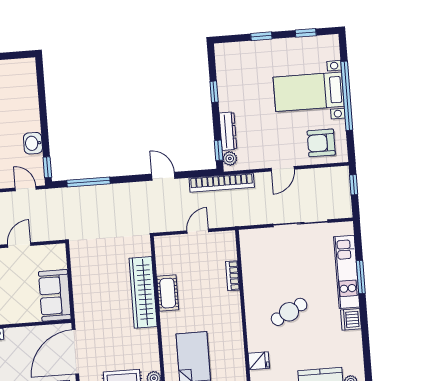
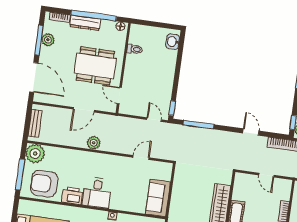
washbasin: (33, 143) -> (173, 42), moved
door: (198, 231) -> (266, 175), swing flipped

